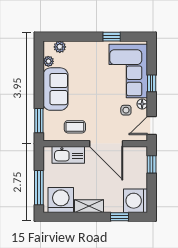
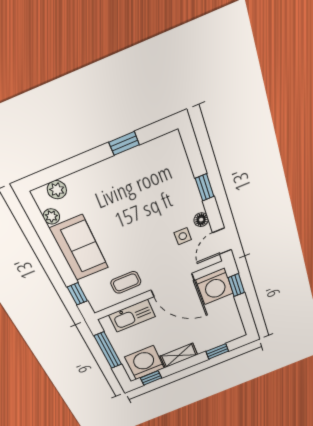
corner sofa: (128, 71) -> (167, 184), removed
window: (39, 121) -> (77, 294), width x0.67
window: (39, 188) -> (108, 350), moved
washing machine: (135, 201) -> (215, 286), moved, turned -90
window: (60, 217) -> (151, 378), added

